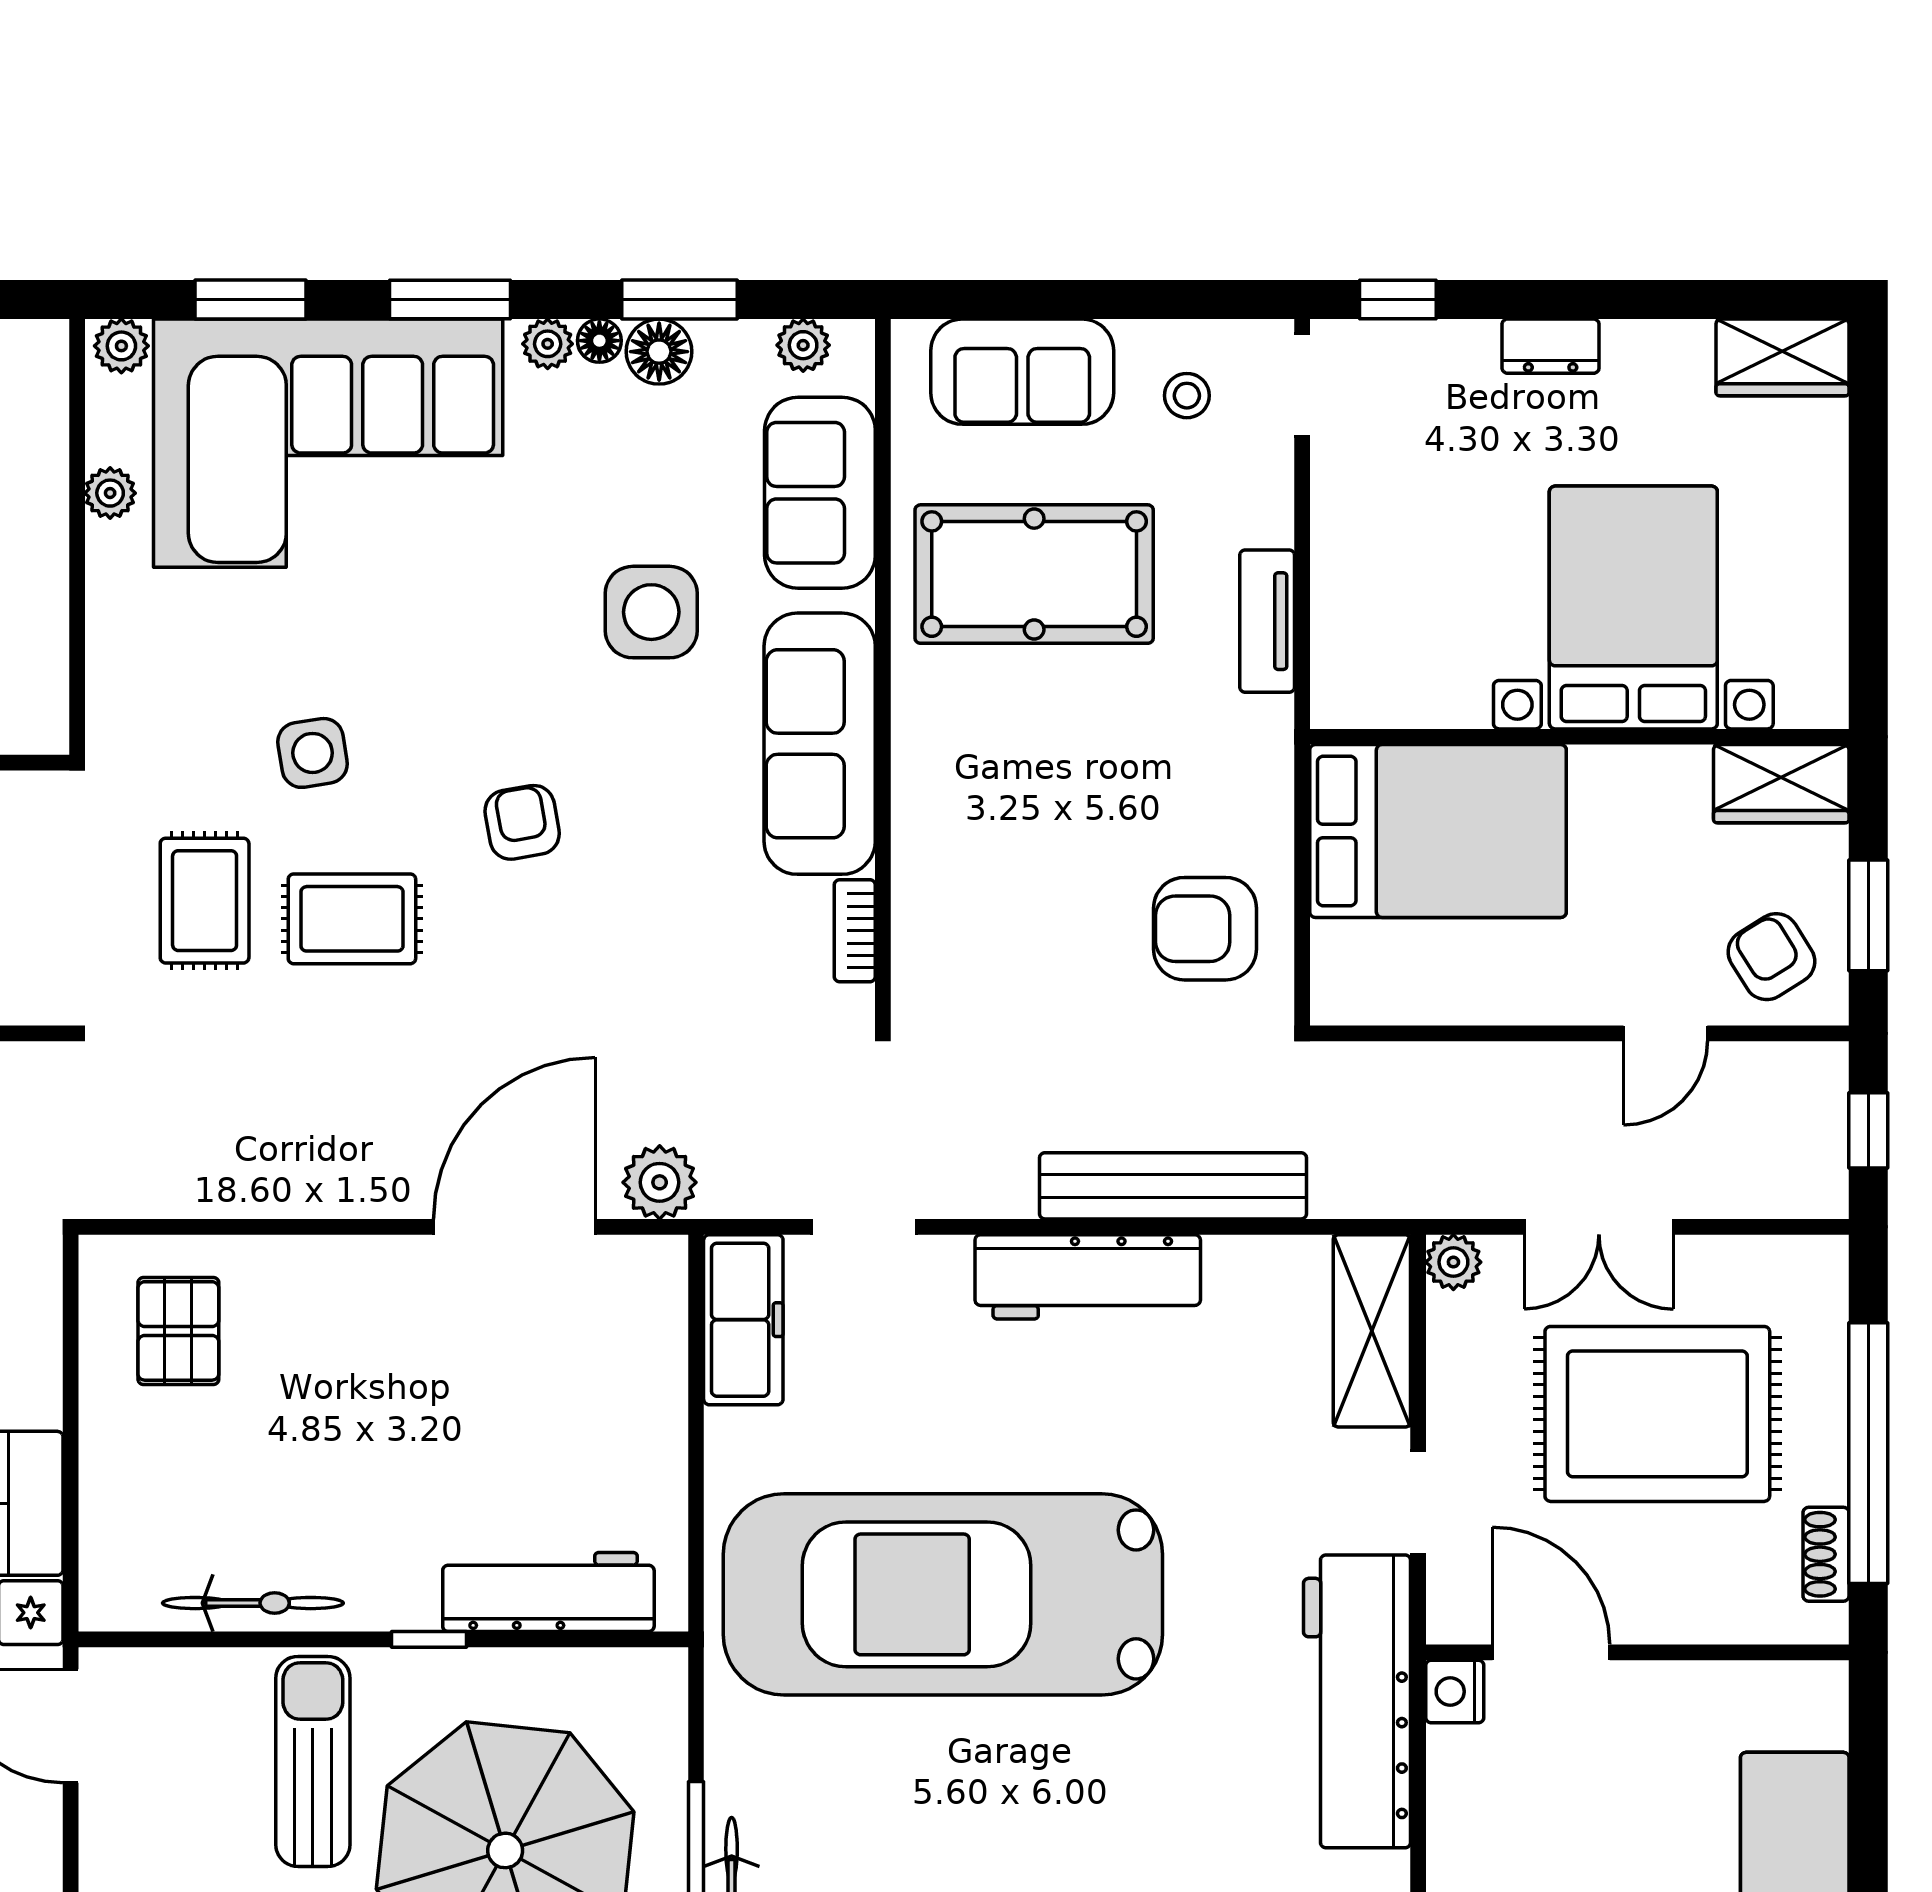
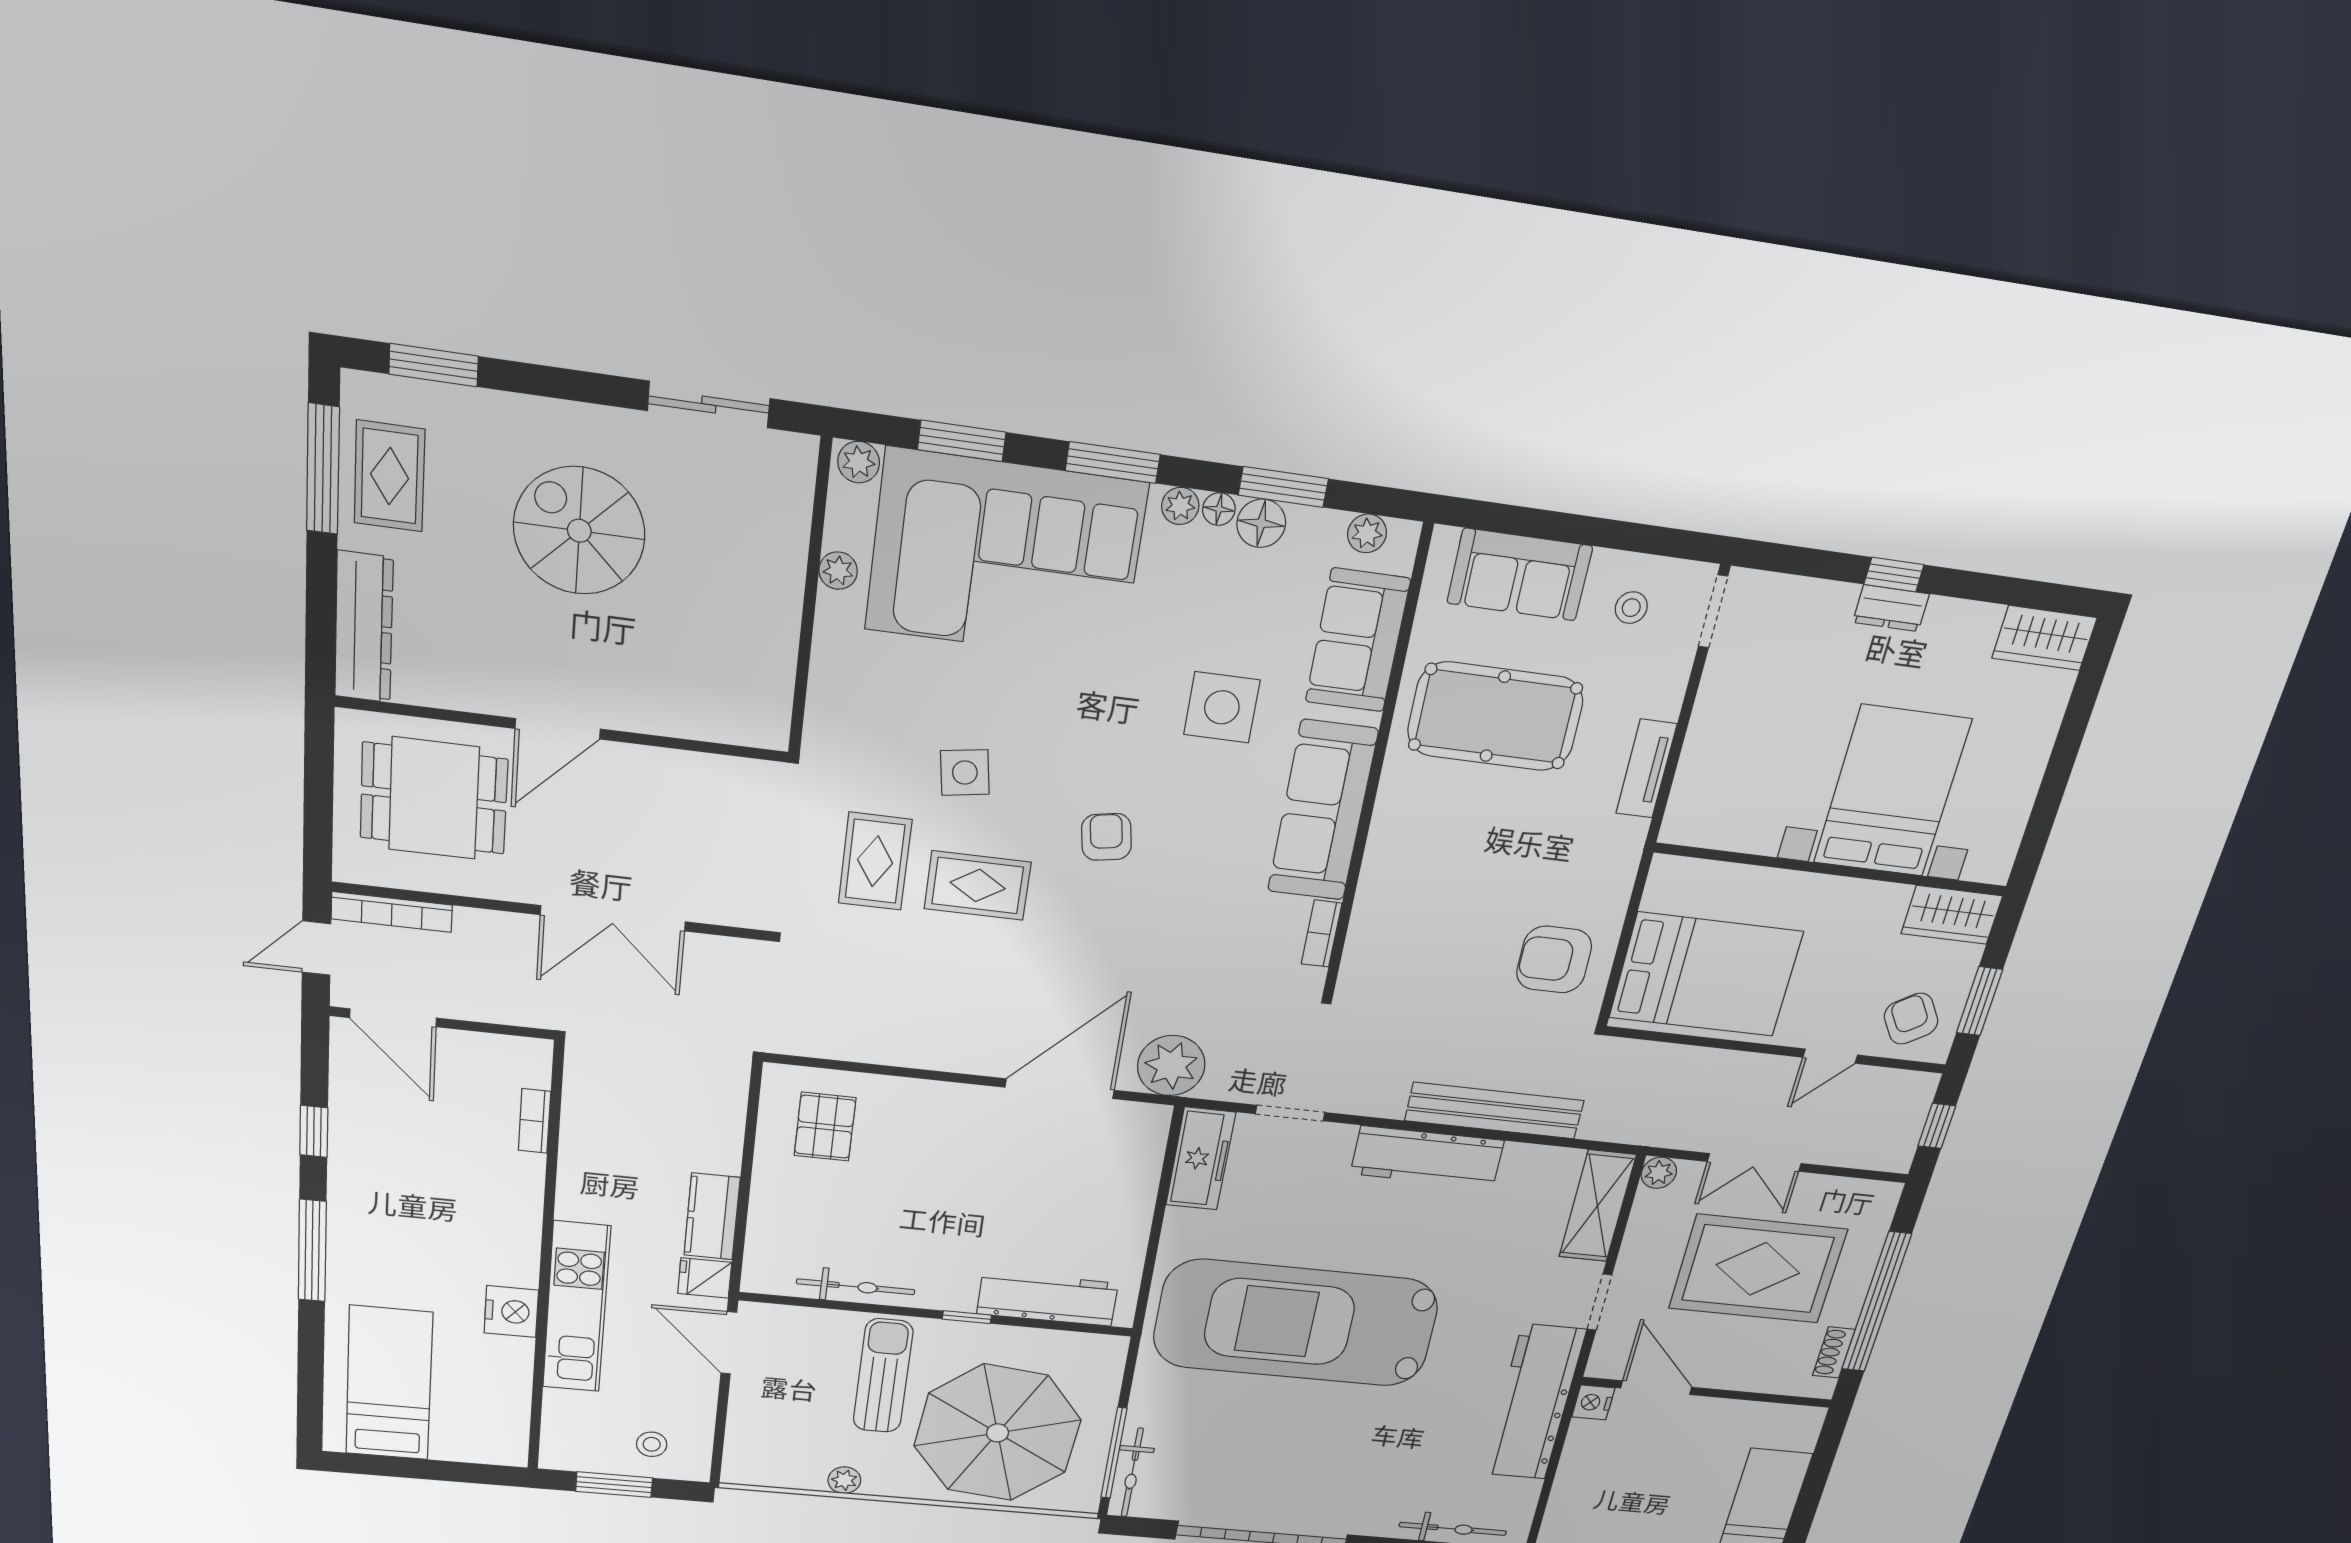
window: (1398, 300) -> (1894, 575), moved
bed: (1438, 831) -> (1706, 975), moved
plant: (660, 1182) -> (1171, 1066), width x1.36, depth x1.36

